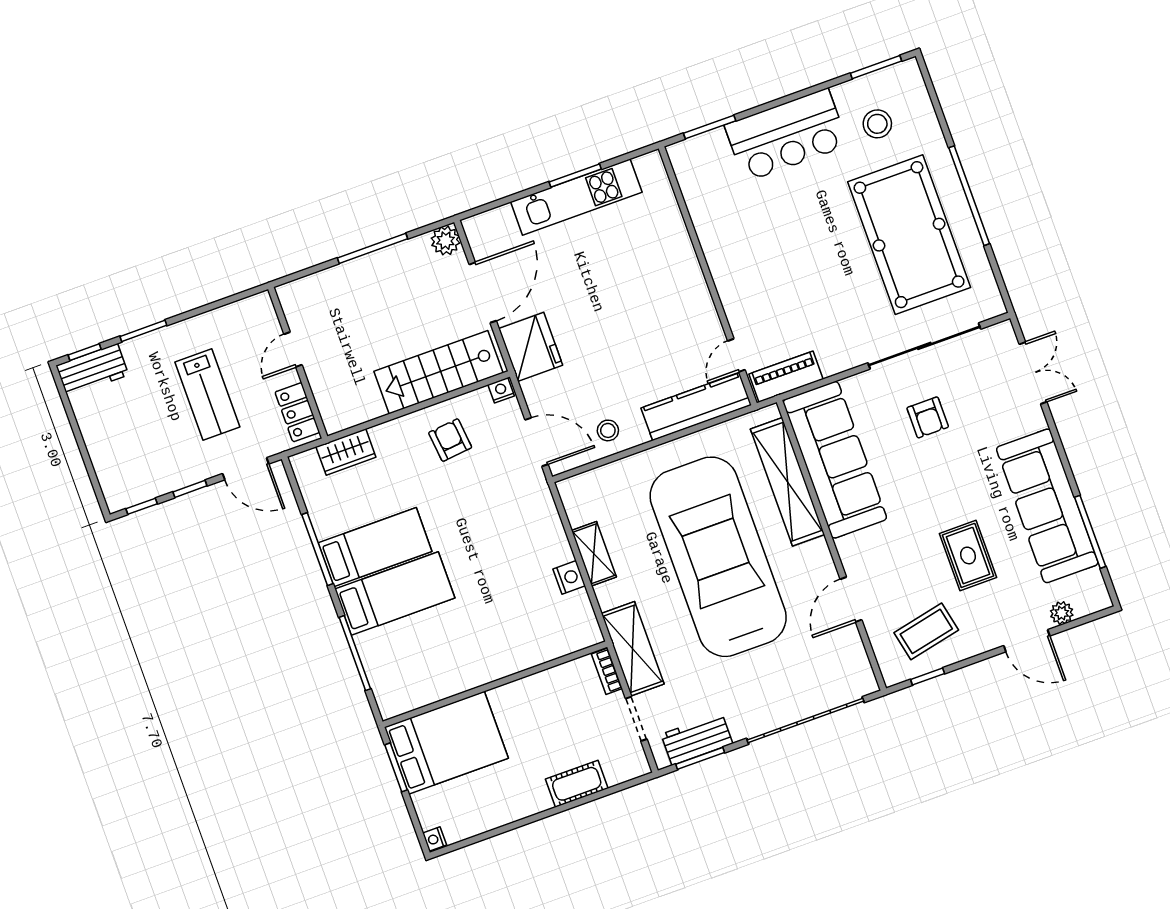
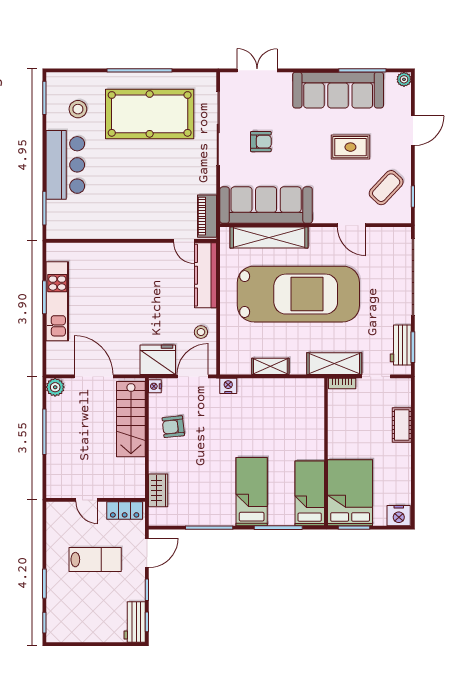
fridge: (531, 347) -> (158, 360), moved
workbench: (92, 370) -> (135, 622), moved, turned 180
bed: (375, 547) -> (310, 493), moved
car: (718, 557) -> (298, 294), turned 180
nightstand: (569, 577) -> (228, 386), moved
plant: (1062, 613) -> (404, 79), moved
coffee table: (926, 631) -> (386, 188), turned 55
nightstand: (435, 839) -> (399, 516), width x1.89, depth x1.79

